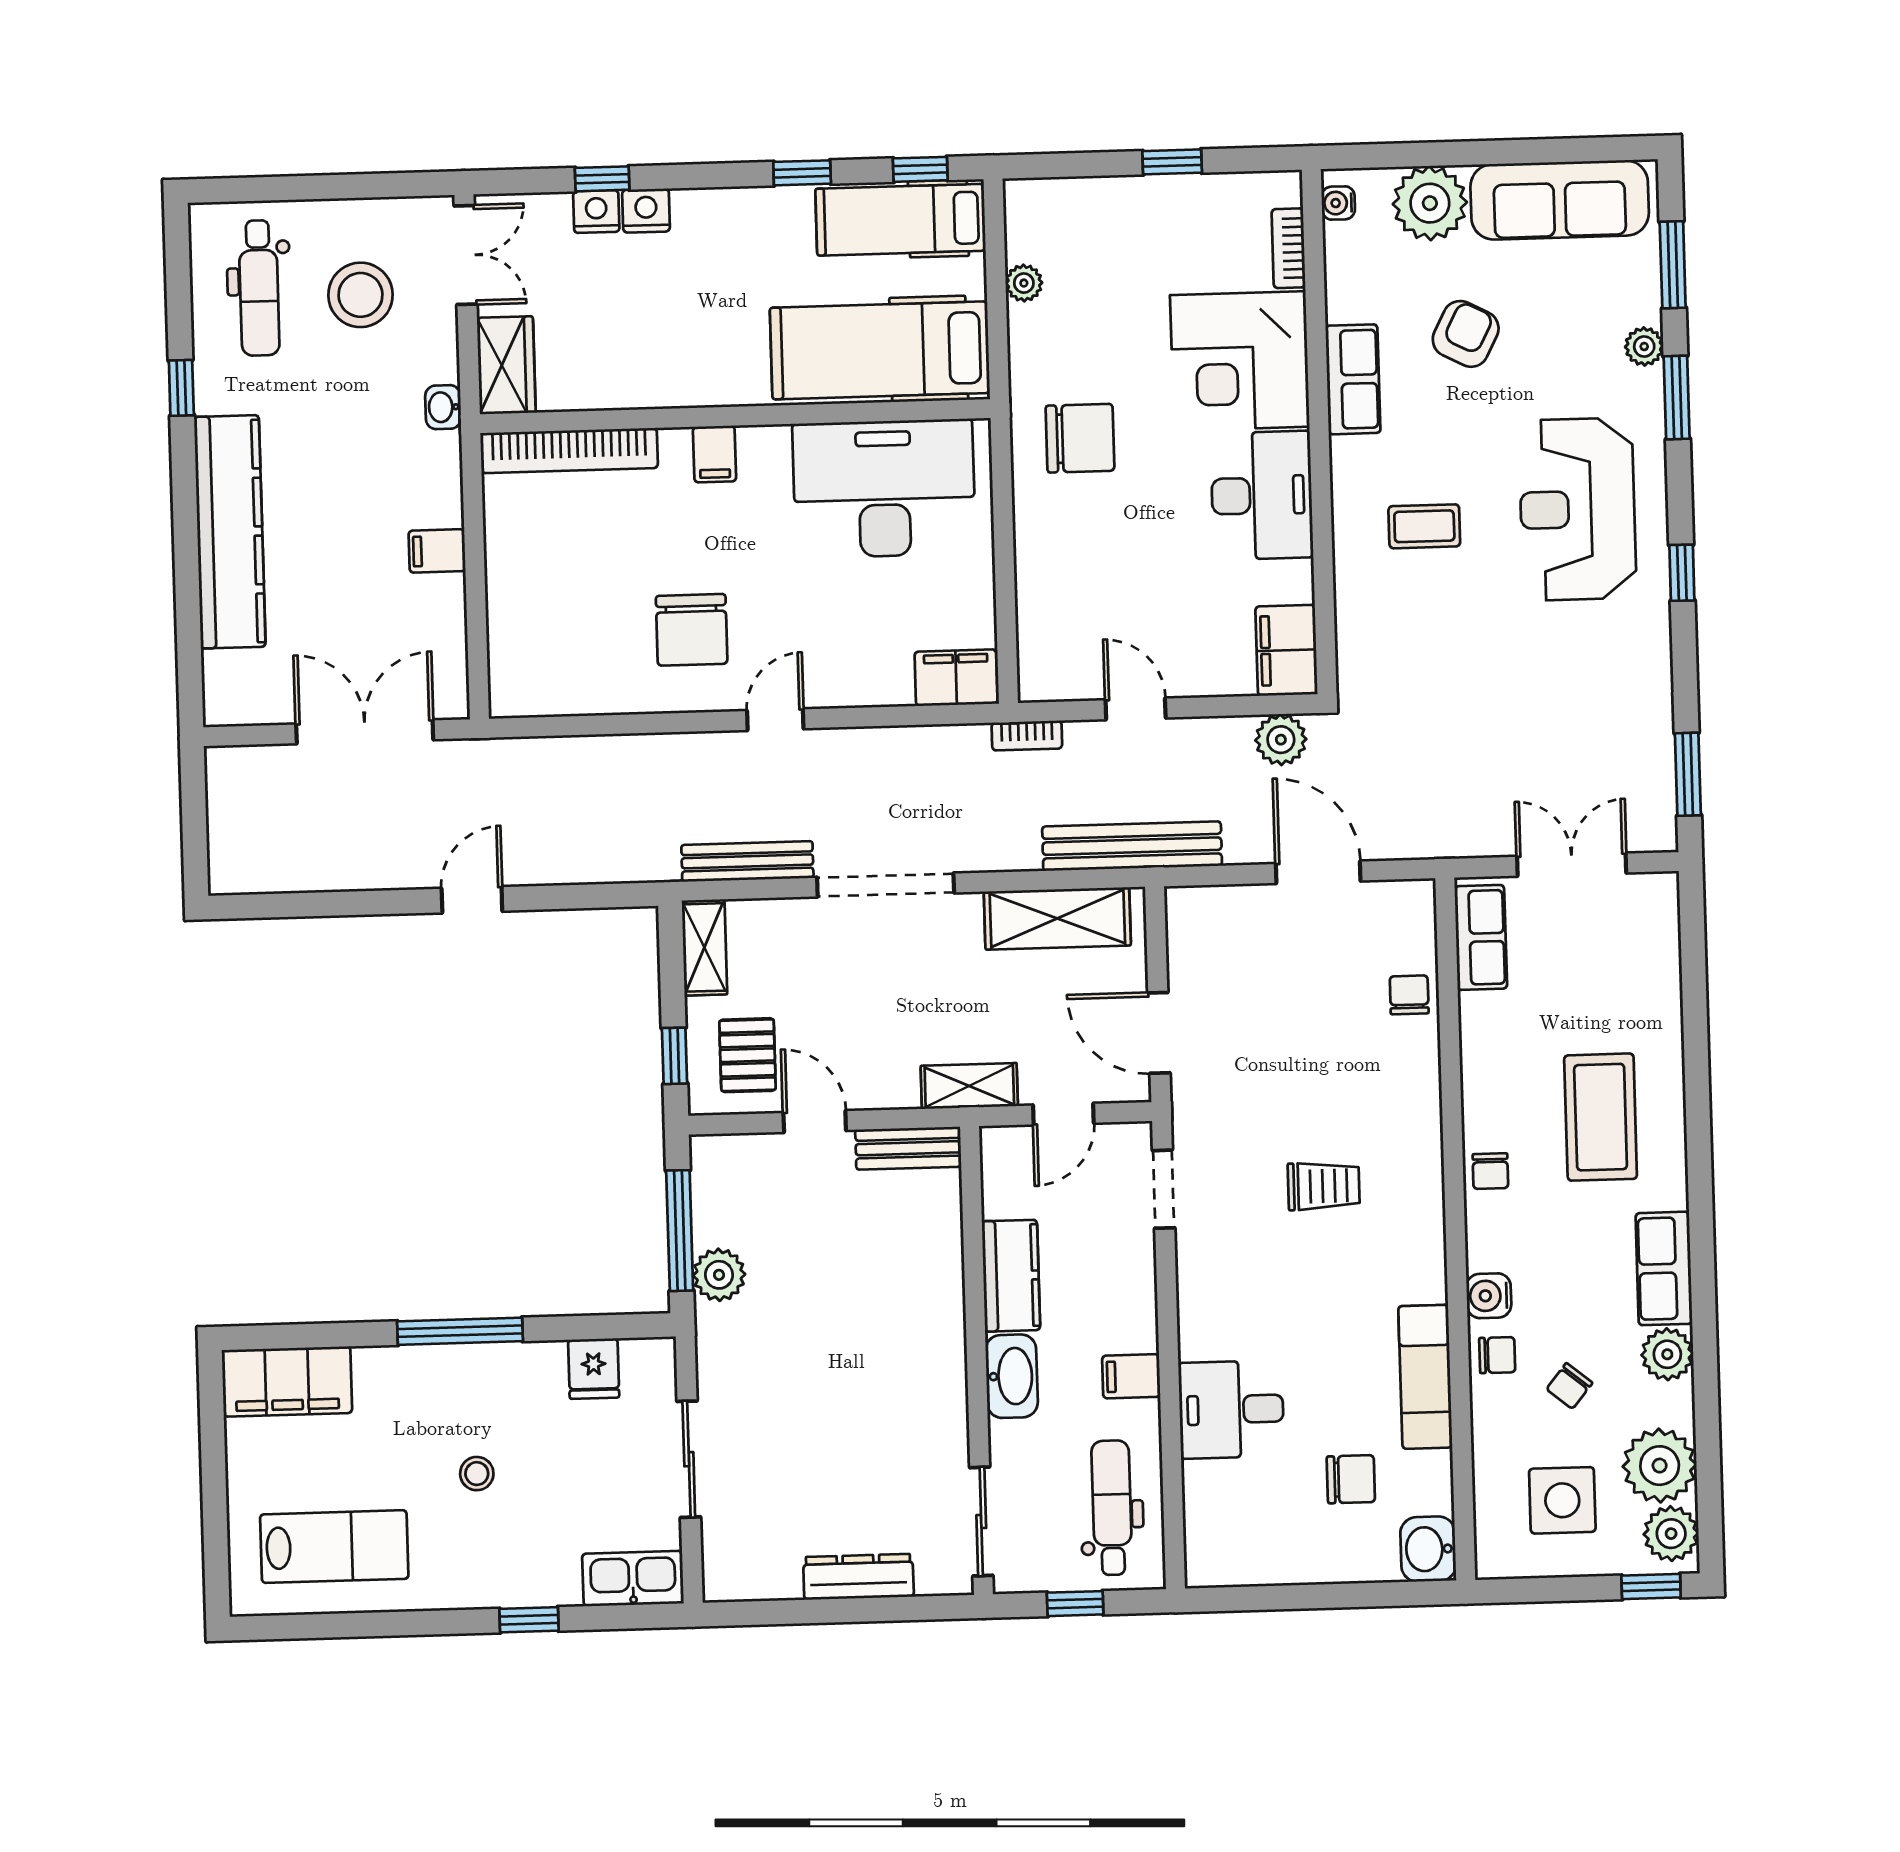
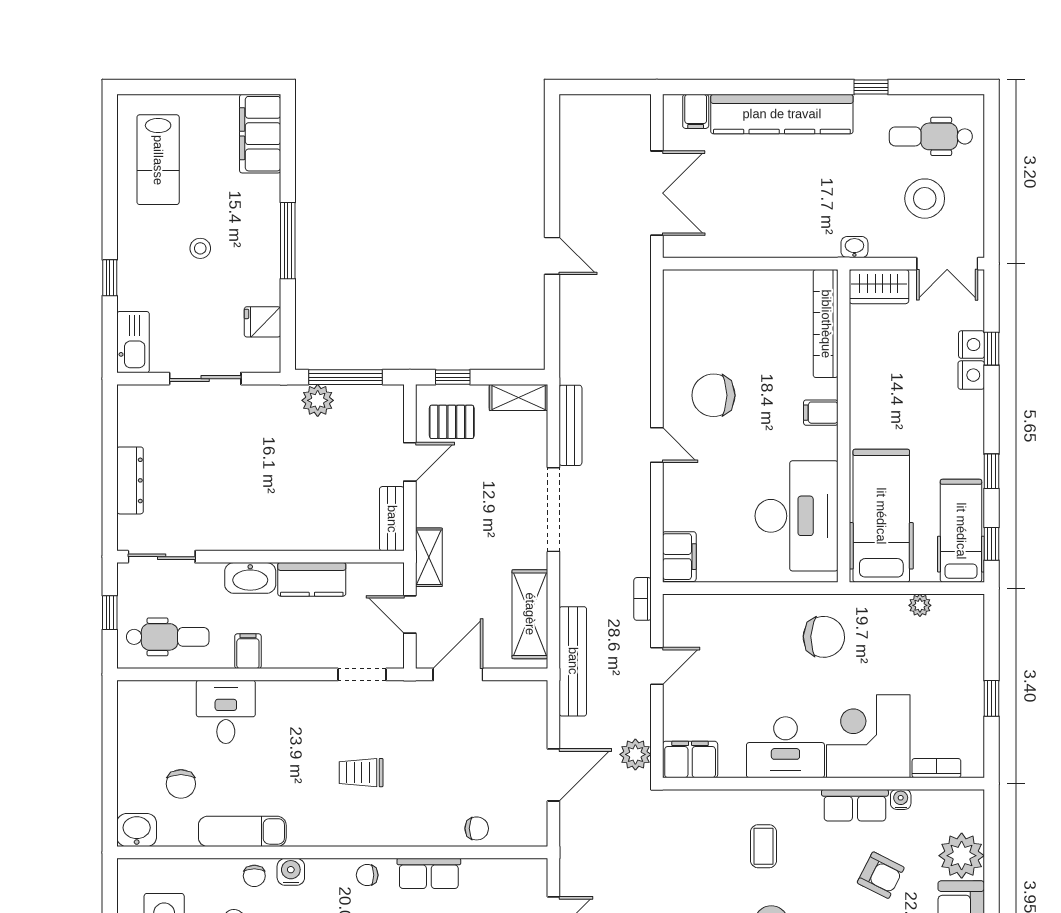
water cooler: (1338, 203) -> (901, 799), moved
chair: (1080, 438) -> (824, 637), turned -88
filing cabinet: (437, 551) -> (696, 111), moved, turned 180
row of seats: (1481, 937) -> (429, 873), moved
trolley: (1324, 1186) -> (361, 773), turned 90

